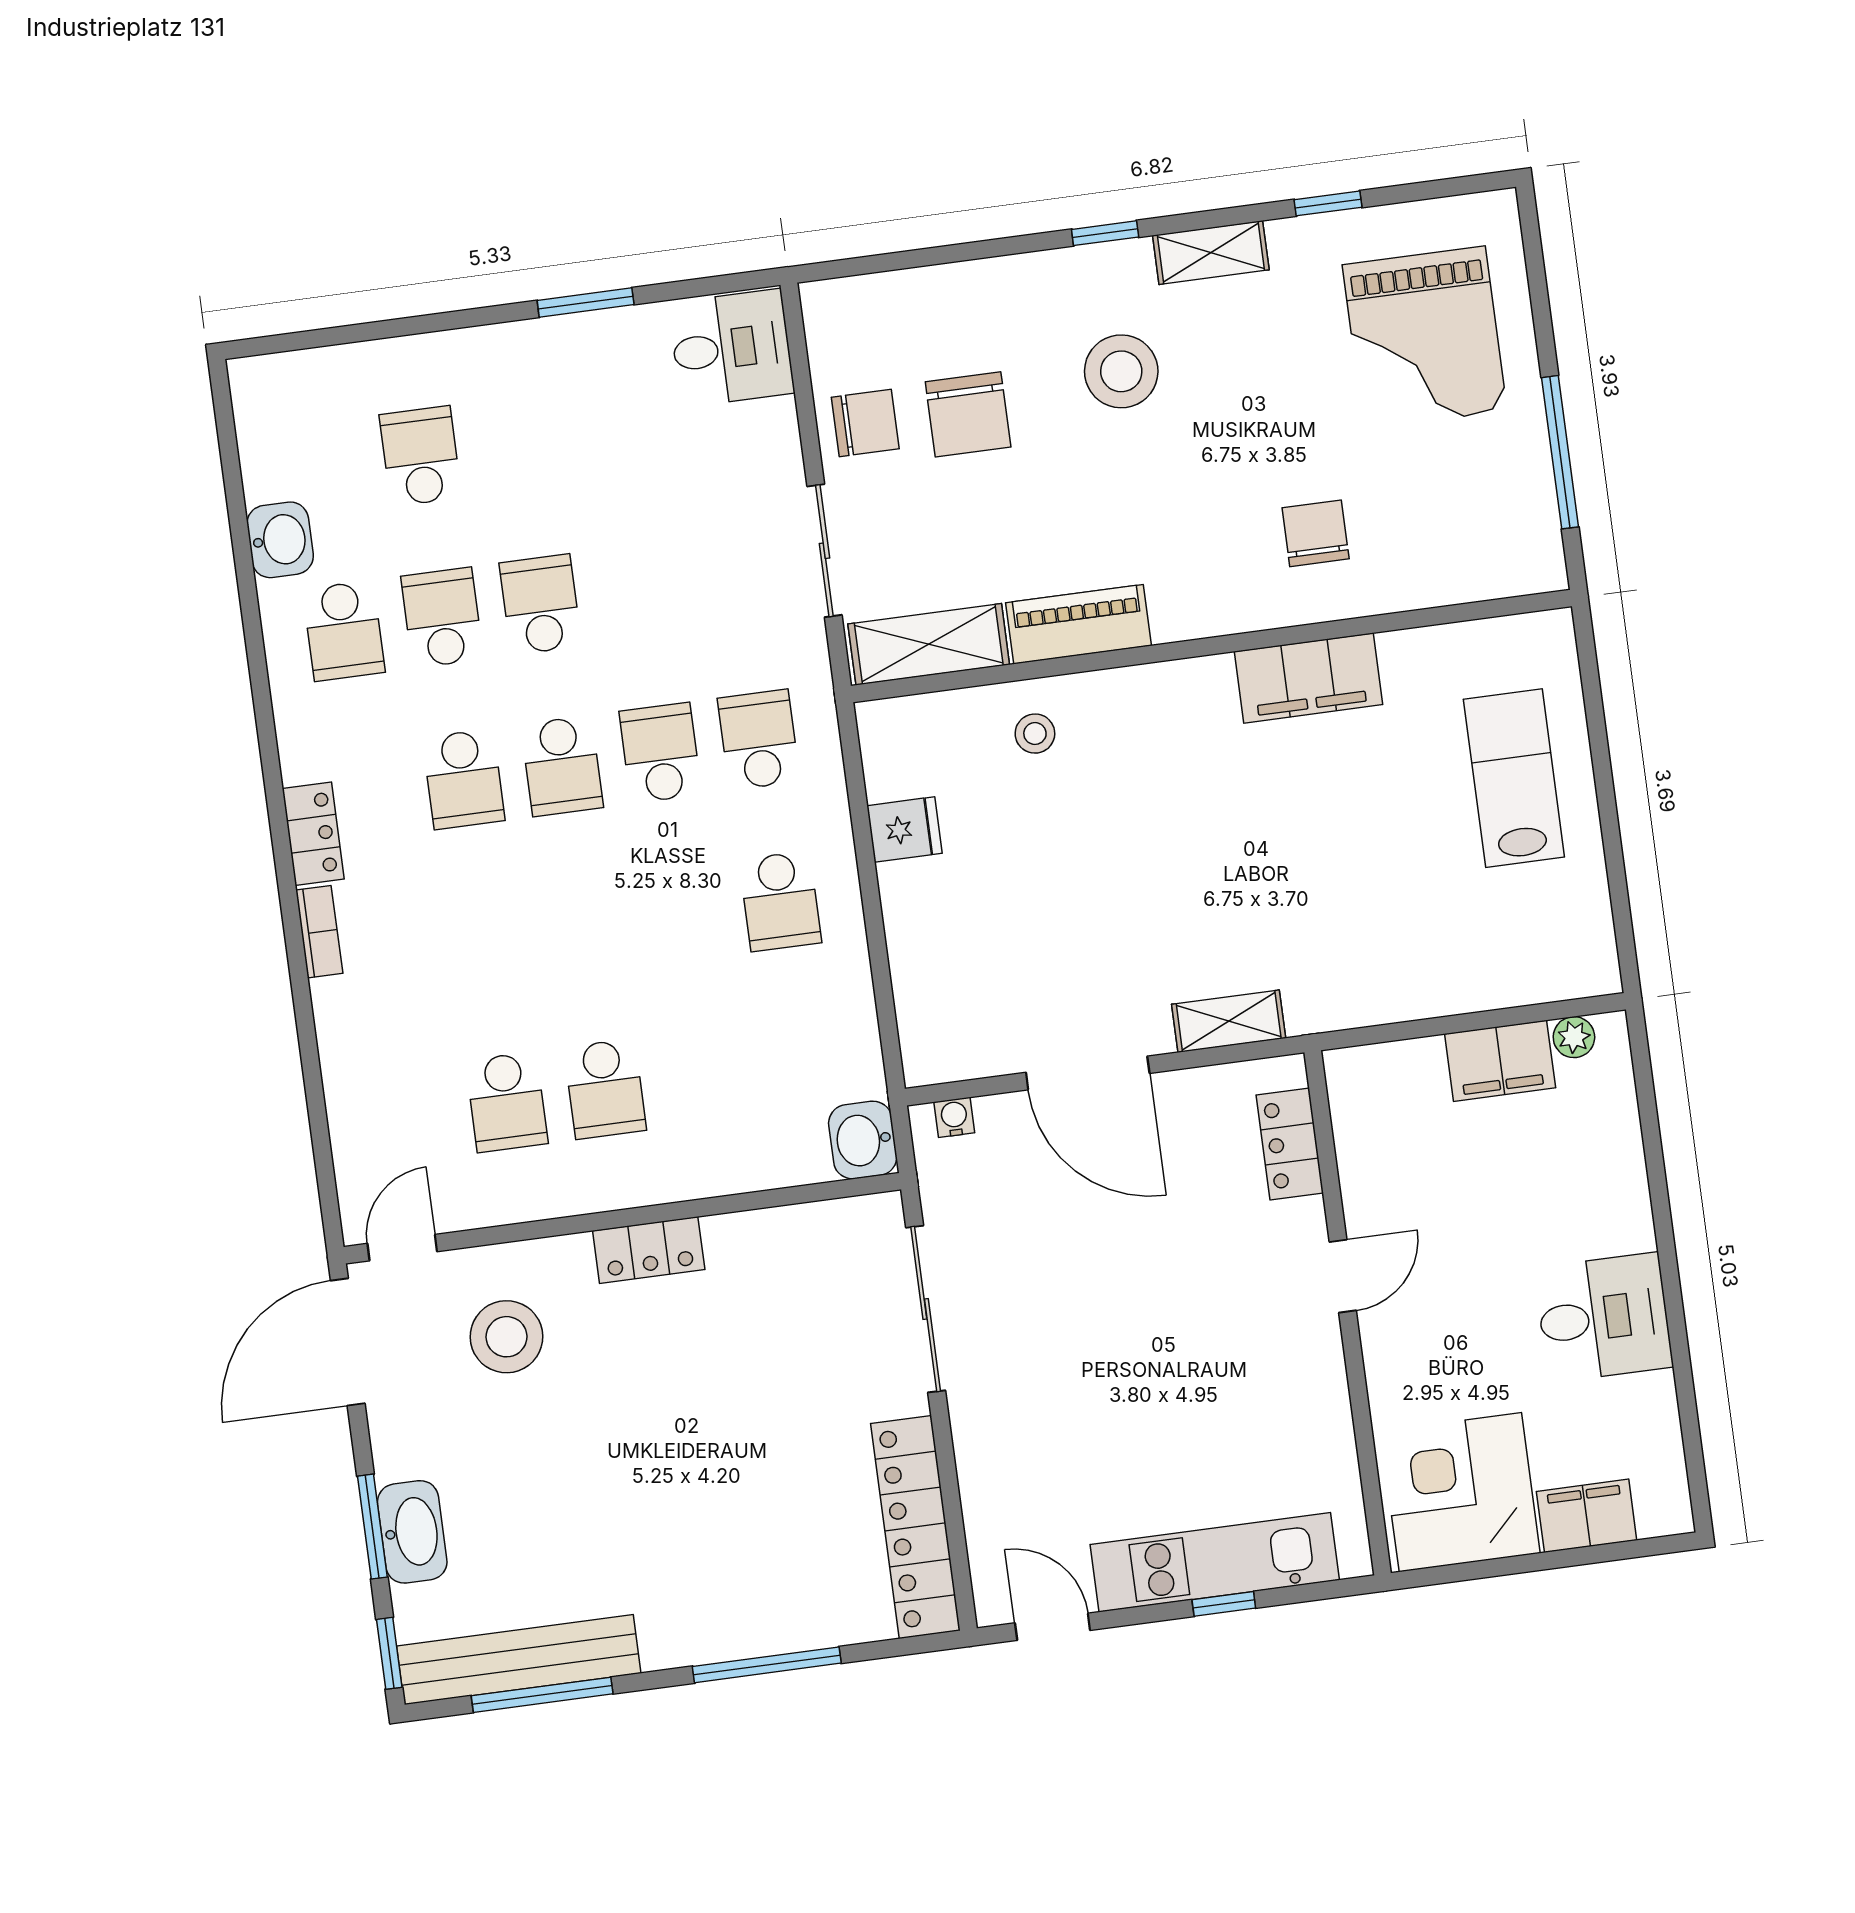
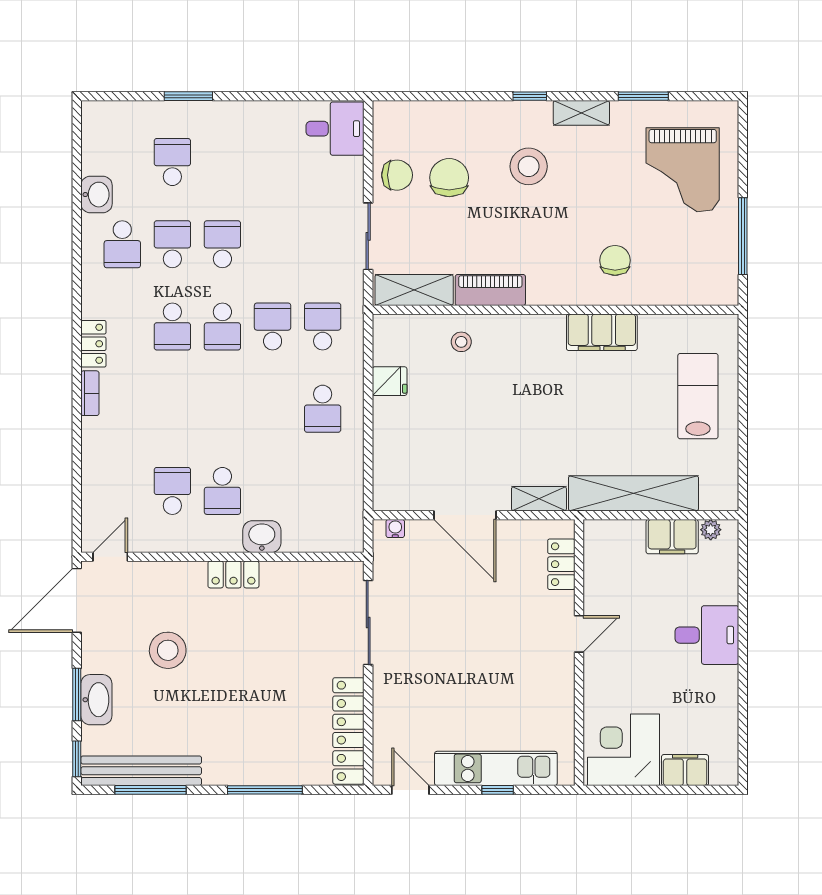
window: (1328, 203) -> (643, 96), width x1.50
window: (586, 303) -> (188, 96), moved
chair: (968, 414) -> (449, 178), turned 180
shelving: (1413, 986) -> (633, 493), added
school desk: (507, 1102) -> (172, 491), turned 180
washbasin: (863, 1140) -> (262, 537), moved, turned 90
desk: (1604, 1318) -> (707, 635), moved
stool: (507, 1337) -> (168, 650), moved

